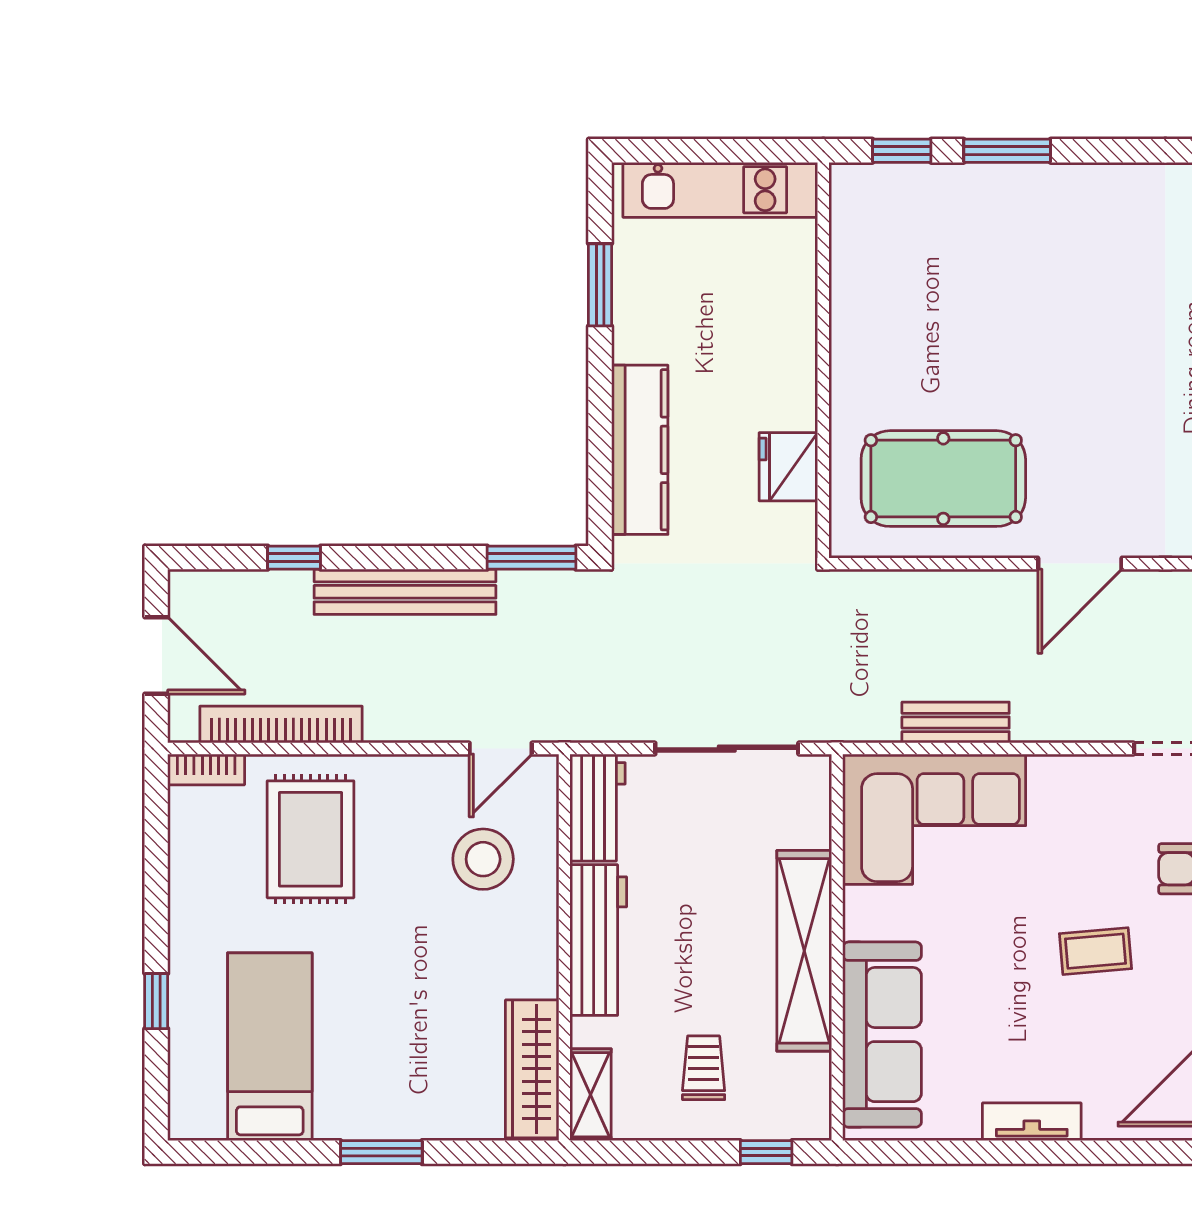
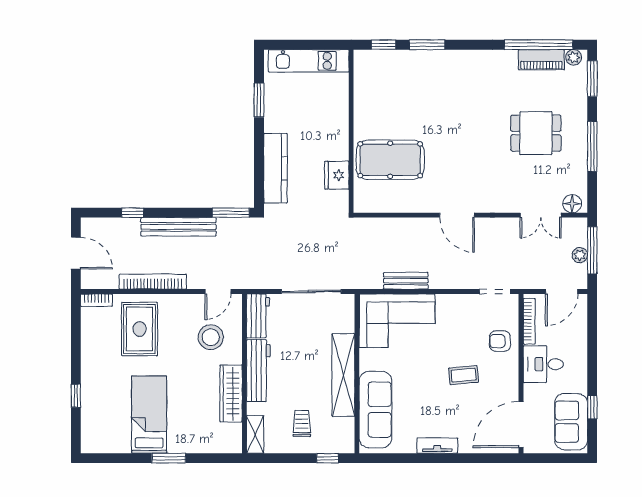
pool table: (943, 479) -> (390, 160), moved
door: (1080, 564) -> (457, 215), hinge flipped
bookcase: (281, 725) -> (153, 282), moved
bed: (270, 1047) -> (149, 415), moved
wardrobe: (532, 1069) -> (231, 394), moved

